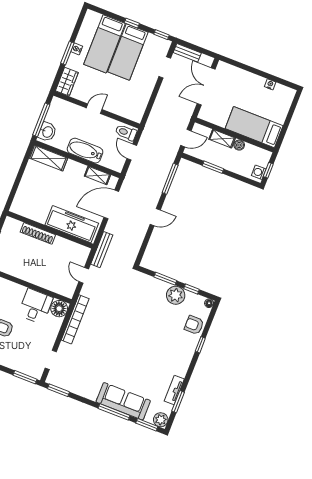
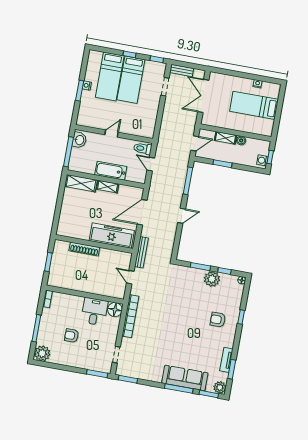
wardrobe: (67, 82) -> (84, 115), removed
bed: (254, 127) -> (254, 105), moved
washbasin: (47, 132) -> (79, 140), moved
shelving: (97, 175) -> (108, 187), moved
armchair: (194, 325) -> (218, 320), moved

